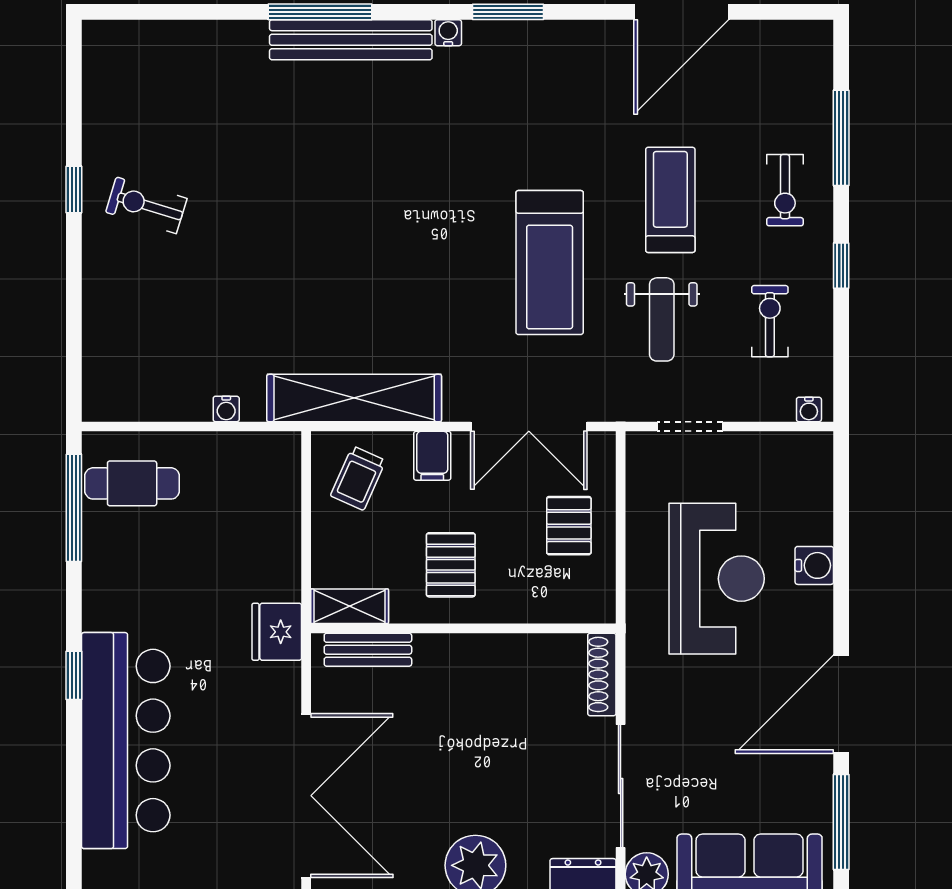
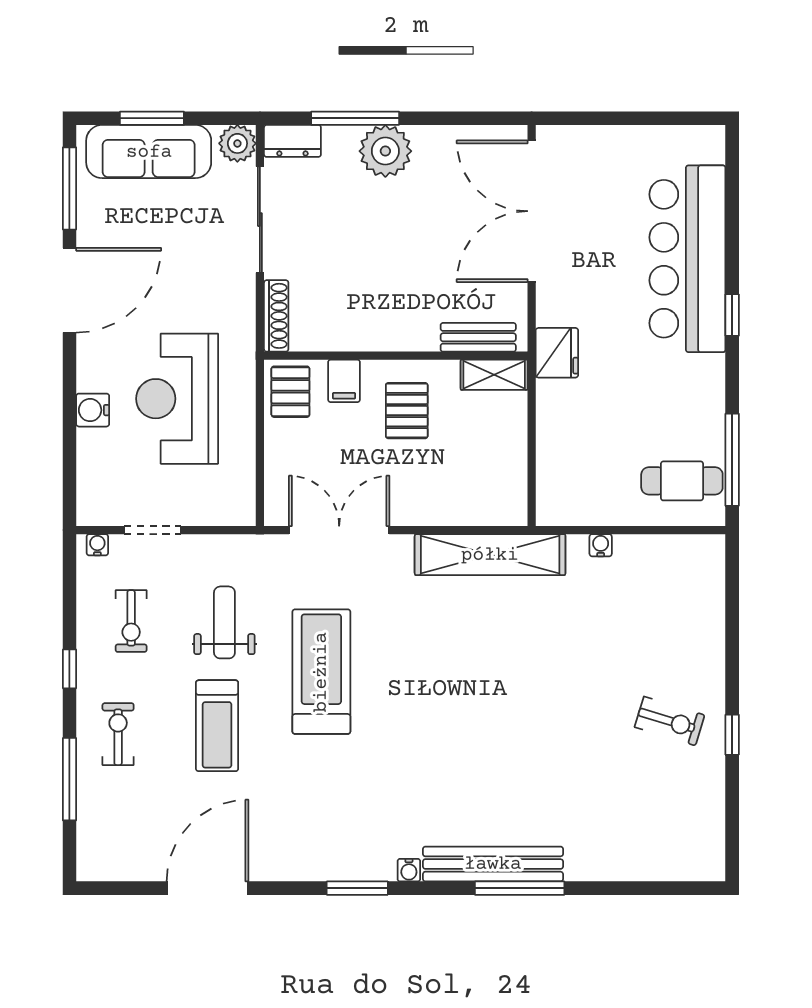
doorway: (690, 426) -> (153, 530), moved
filing cabinet: (432, 456) -> (344, 381), moved, turned 180
trolley: (358, 478) -> (487, 485), removed
pallet: (569, 526) -> (290, 392), moved

